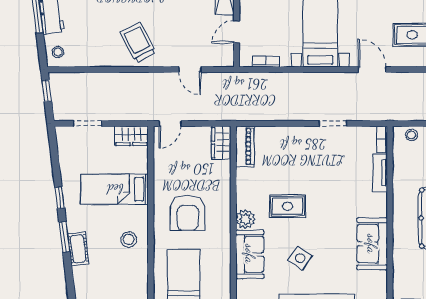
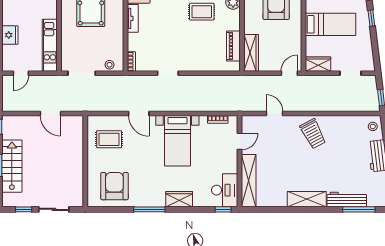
wardrobe: (221, 143) -> (251, 53), width x1.50
piano: (245, 146) -> (233, 46), moved
tv unit: (380, 173) -> (133, 18), moved

